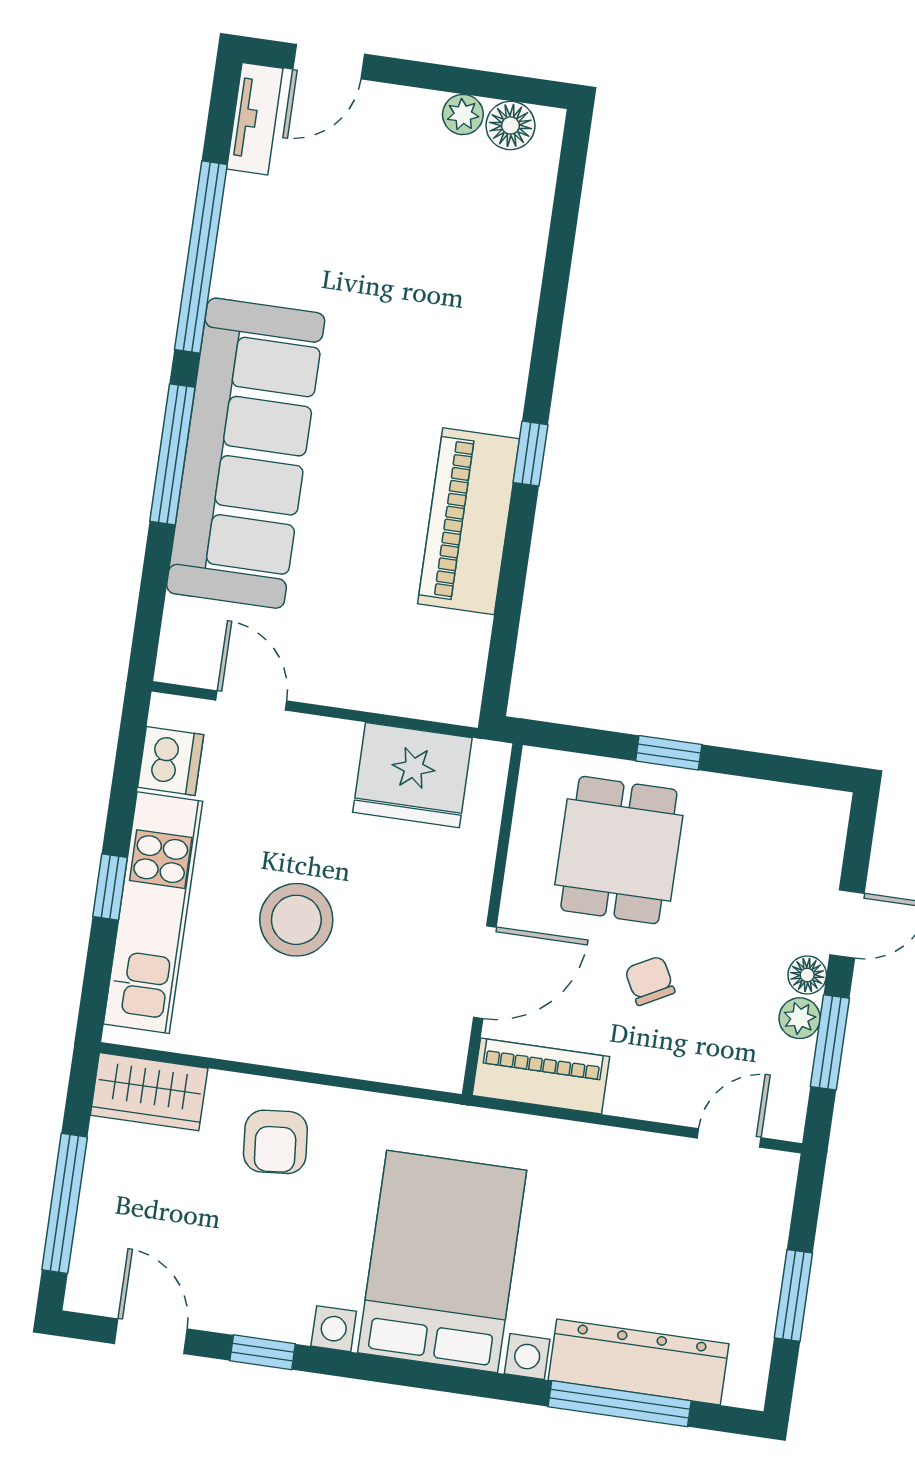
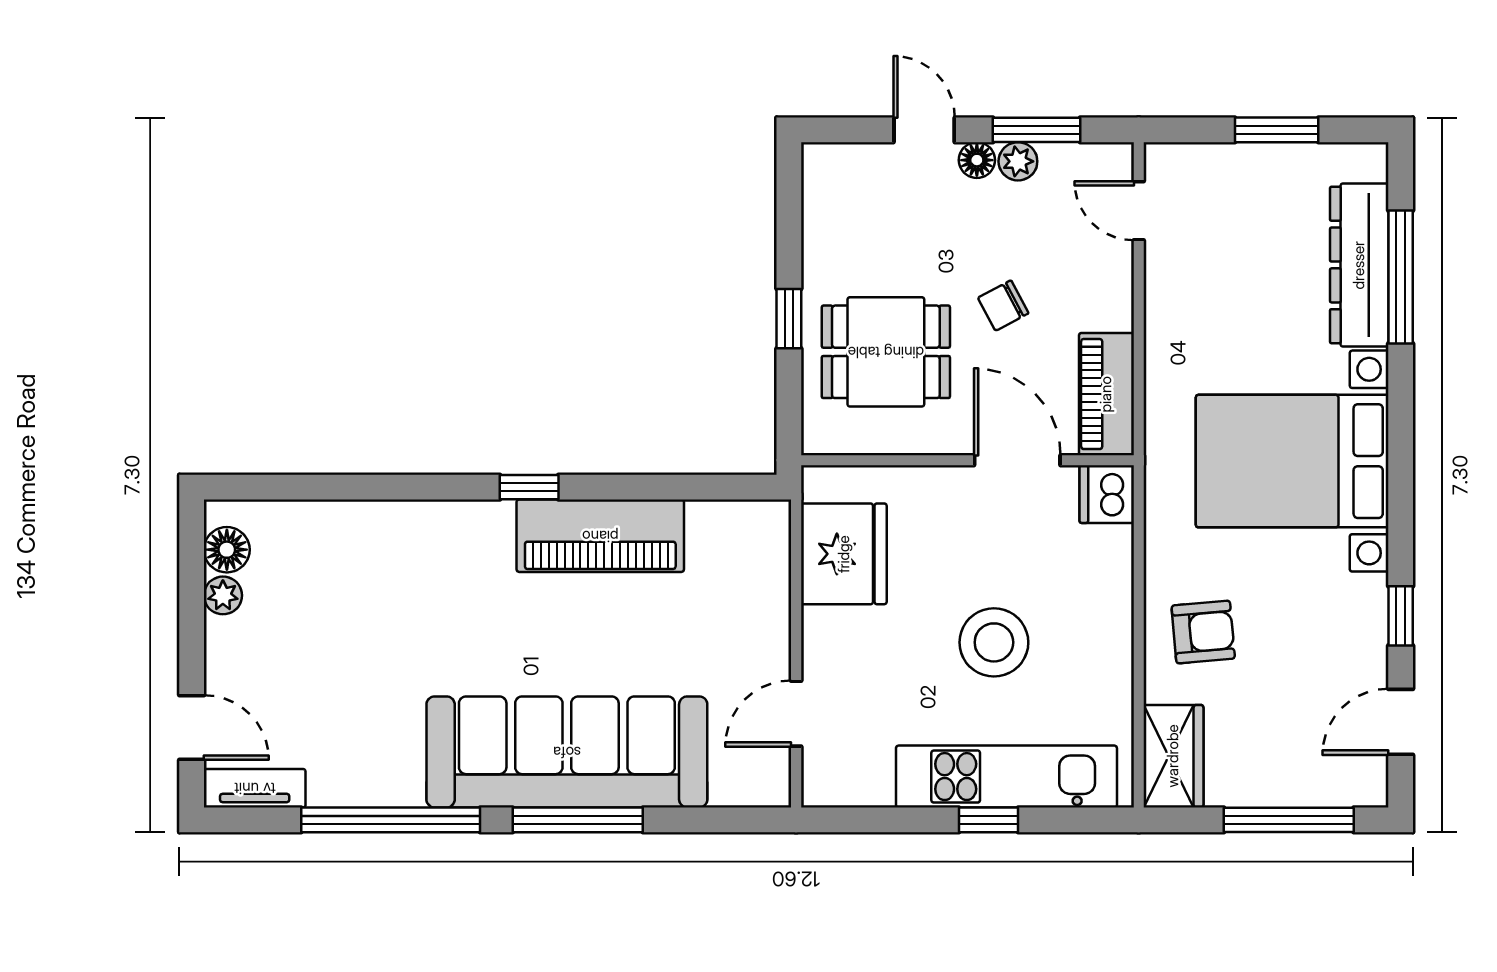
dishwasher: (171, 761) -> (1107, 494), moved, turned -90

